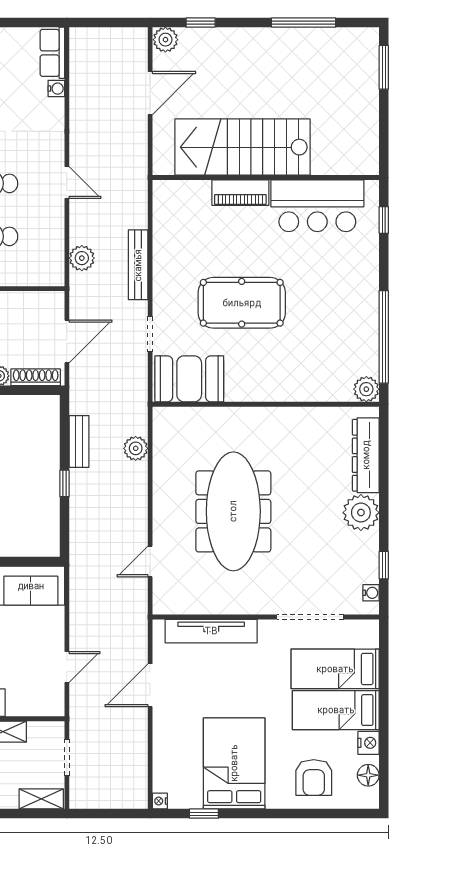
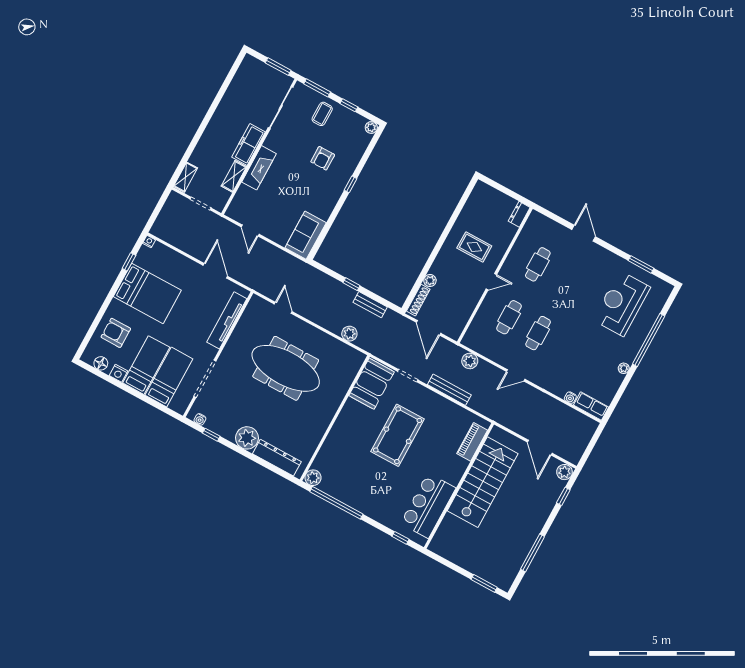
piano: (240, 193) -> (472, 442), moved

